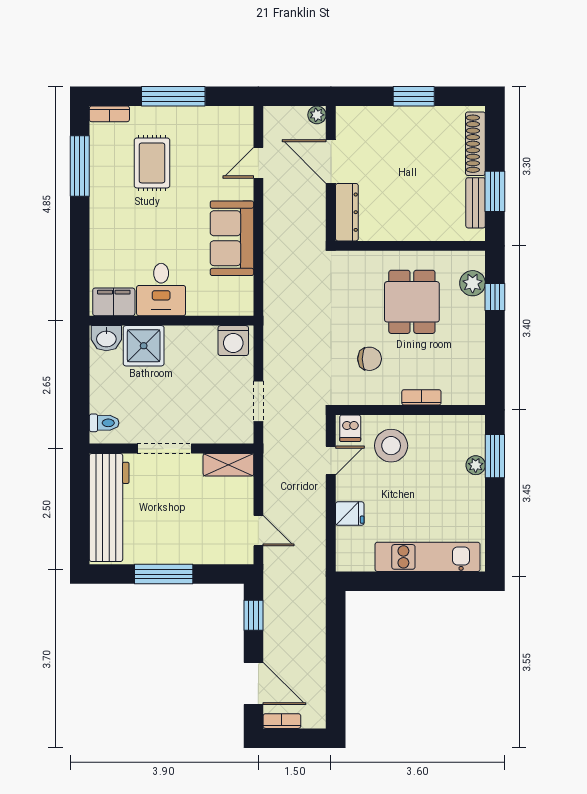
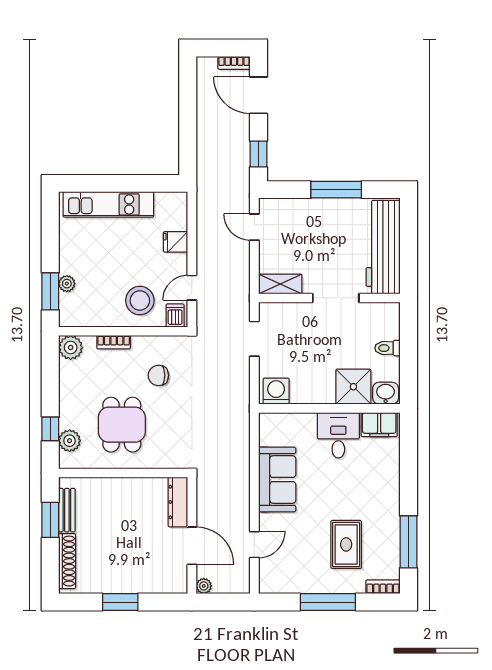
plant: (471, 391) -> (71, 348), added
toilet: (104, 423) -> (387, 348), moved

